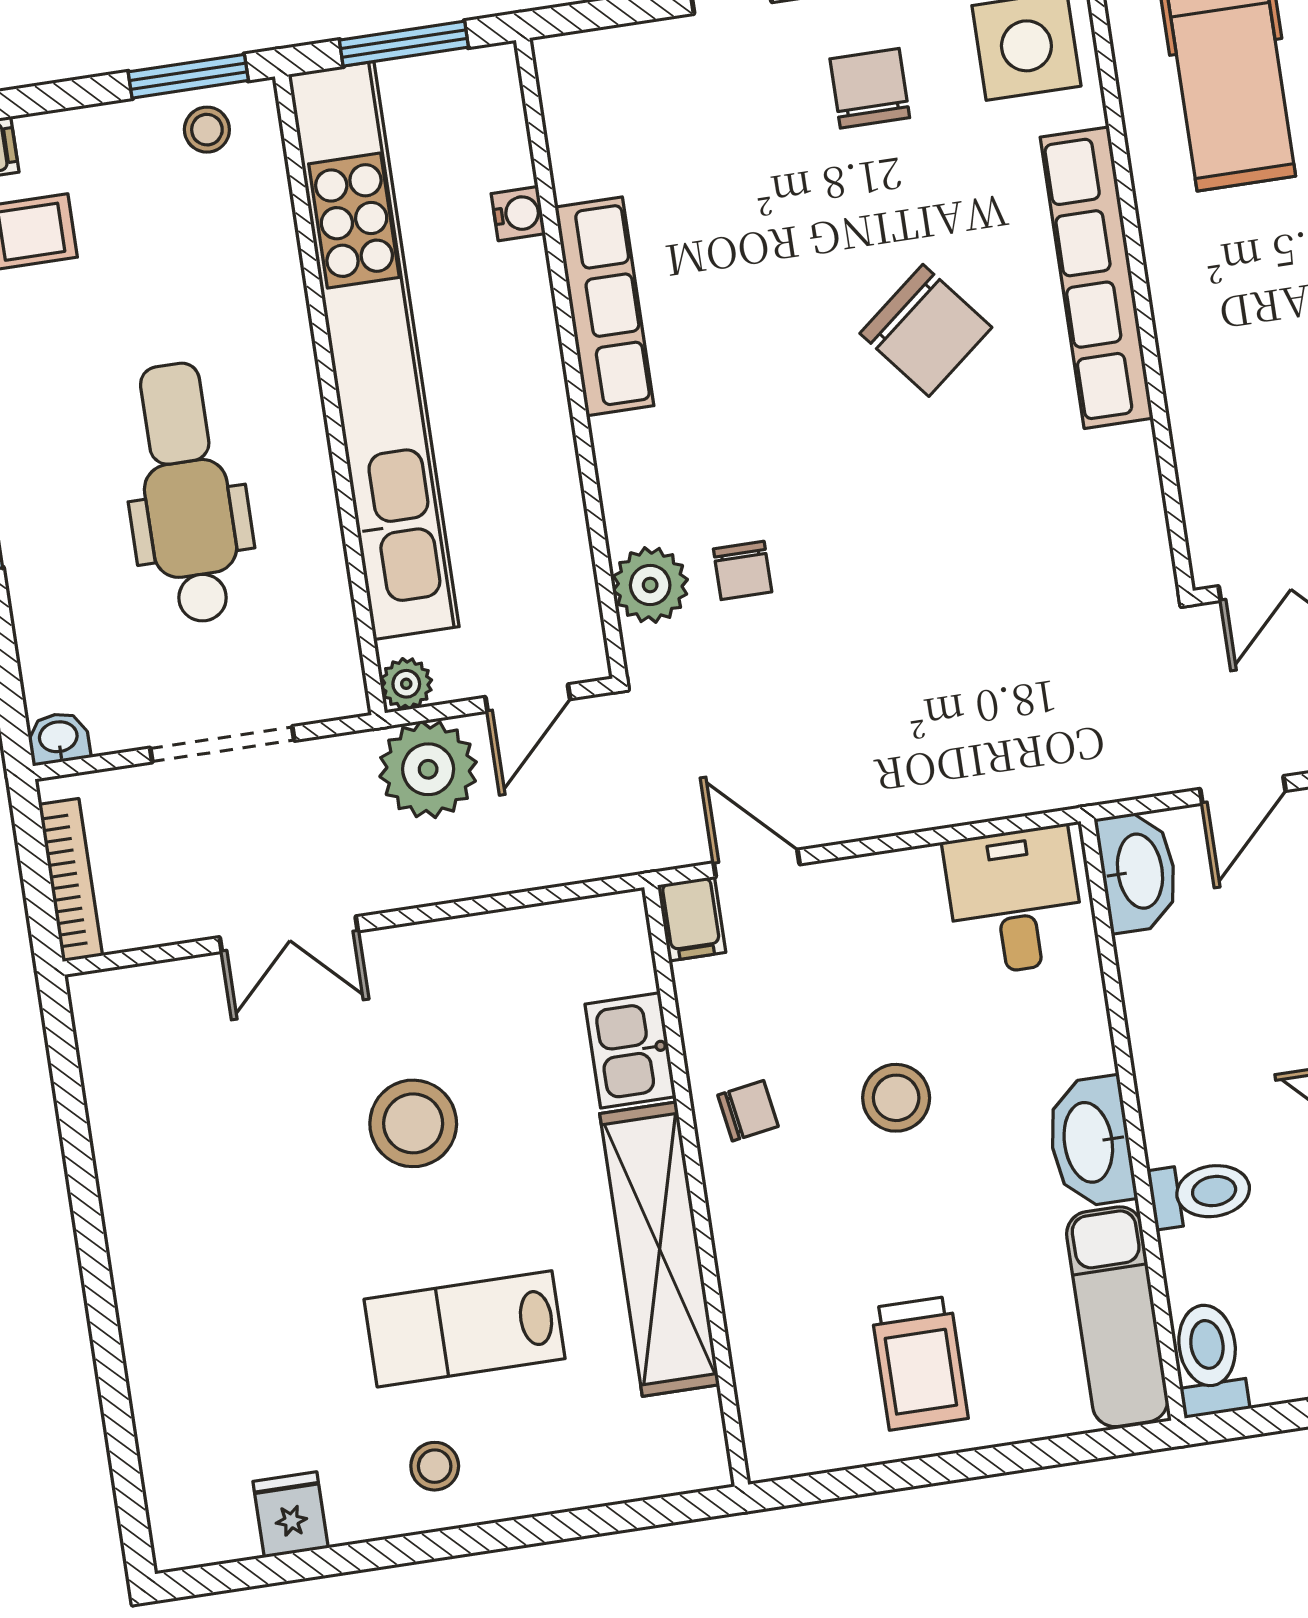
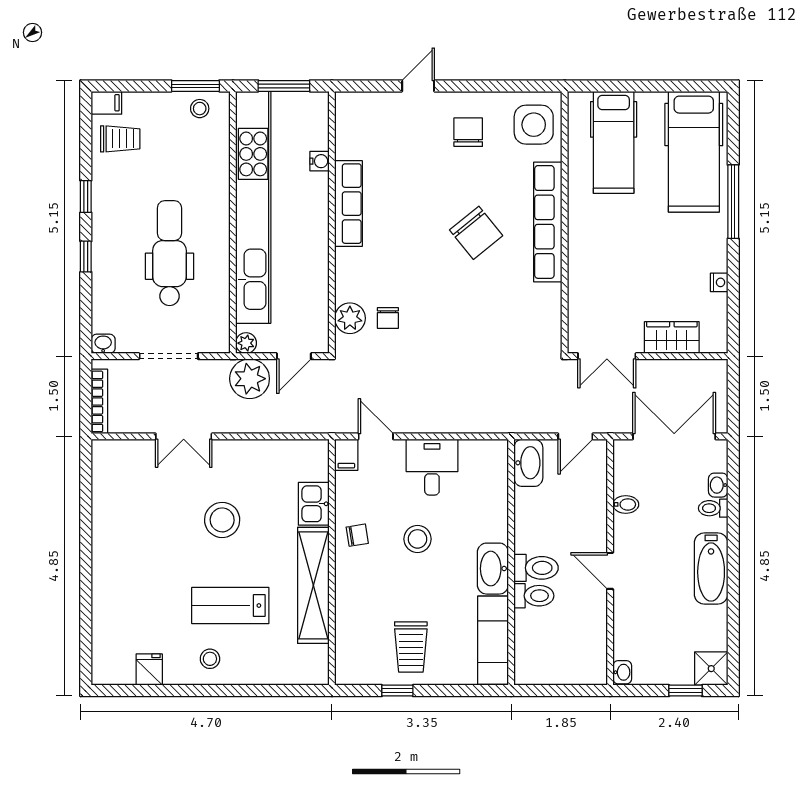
desk: (1015, 901) -> (432, 467), moved
toilet: (1209, 1360) -> (536, 568), moved, turned 90
window: (903, 1474) -> (397, 691), added

